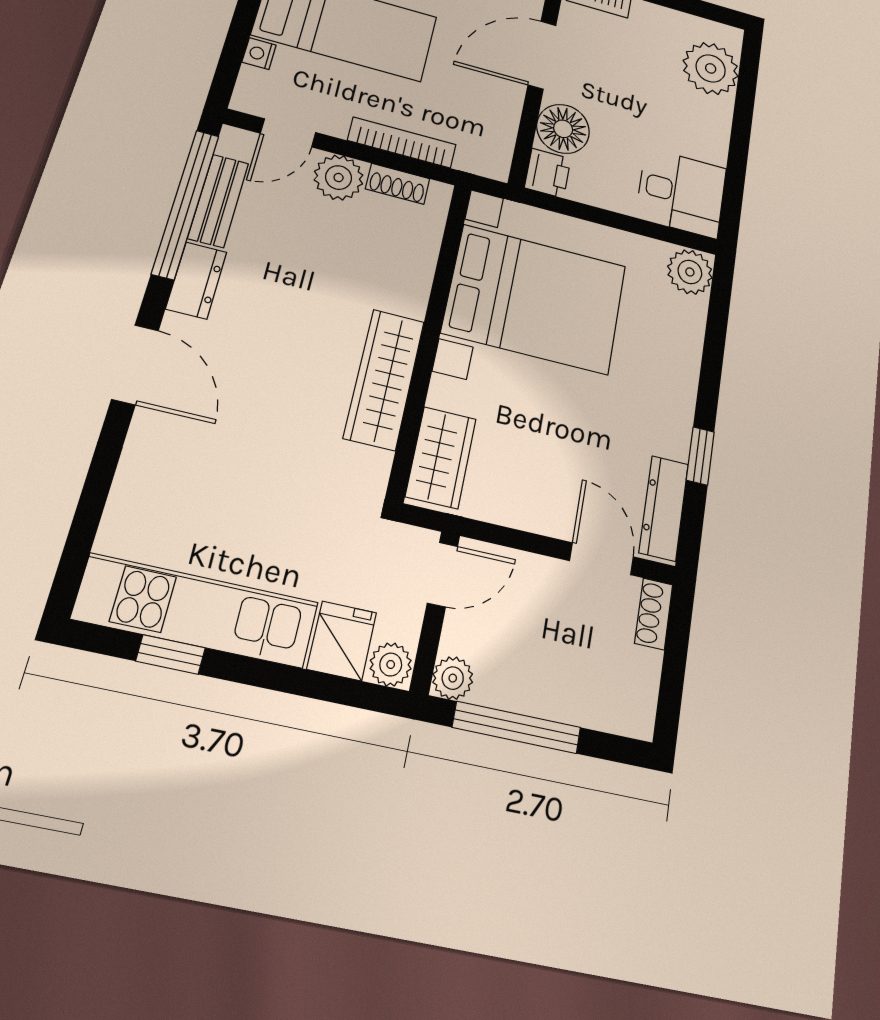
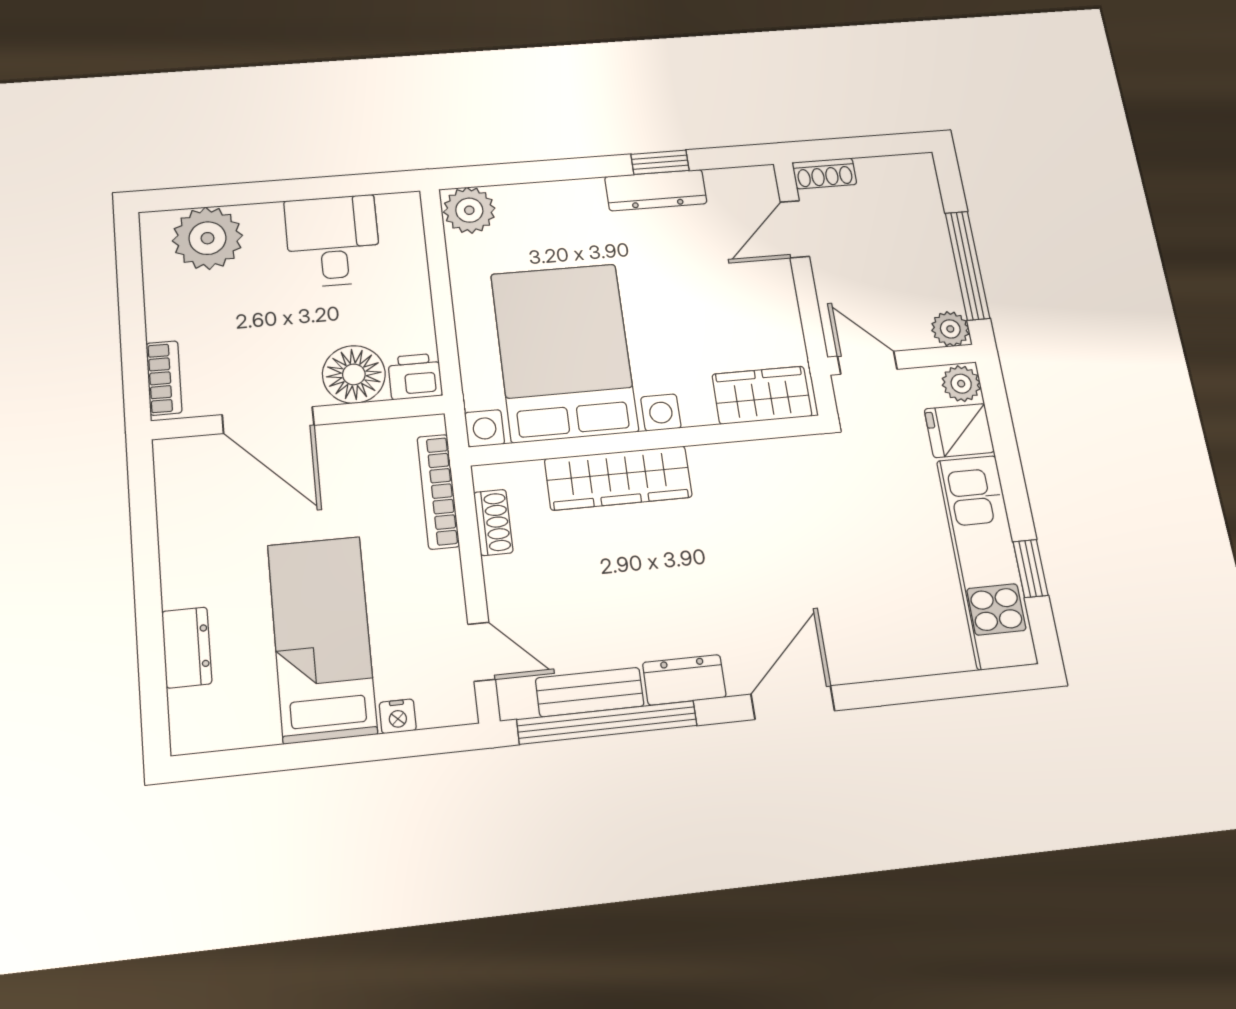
bookcase: (402, 143) -> (438, 491), moved
plant: (339, 178) -> (512, 583), removed
desk: (681, 193) -> (333, 241), moved
wardrobe: (384, 379) -> (618, 478), moved
dresser: (664, 508) -> (656, 190), moved

